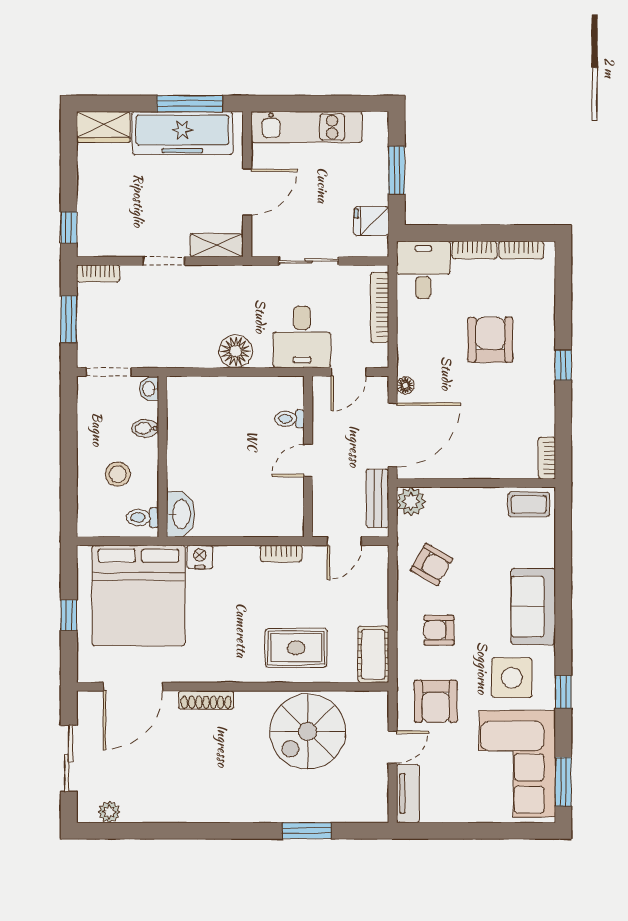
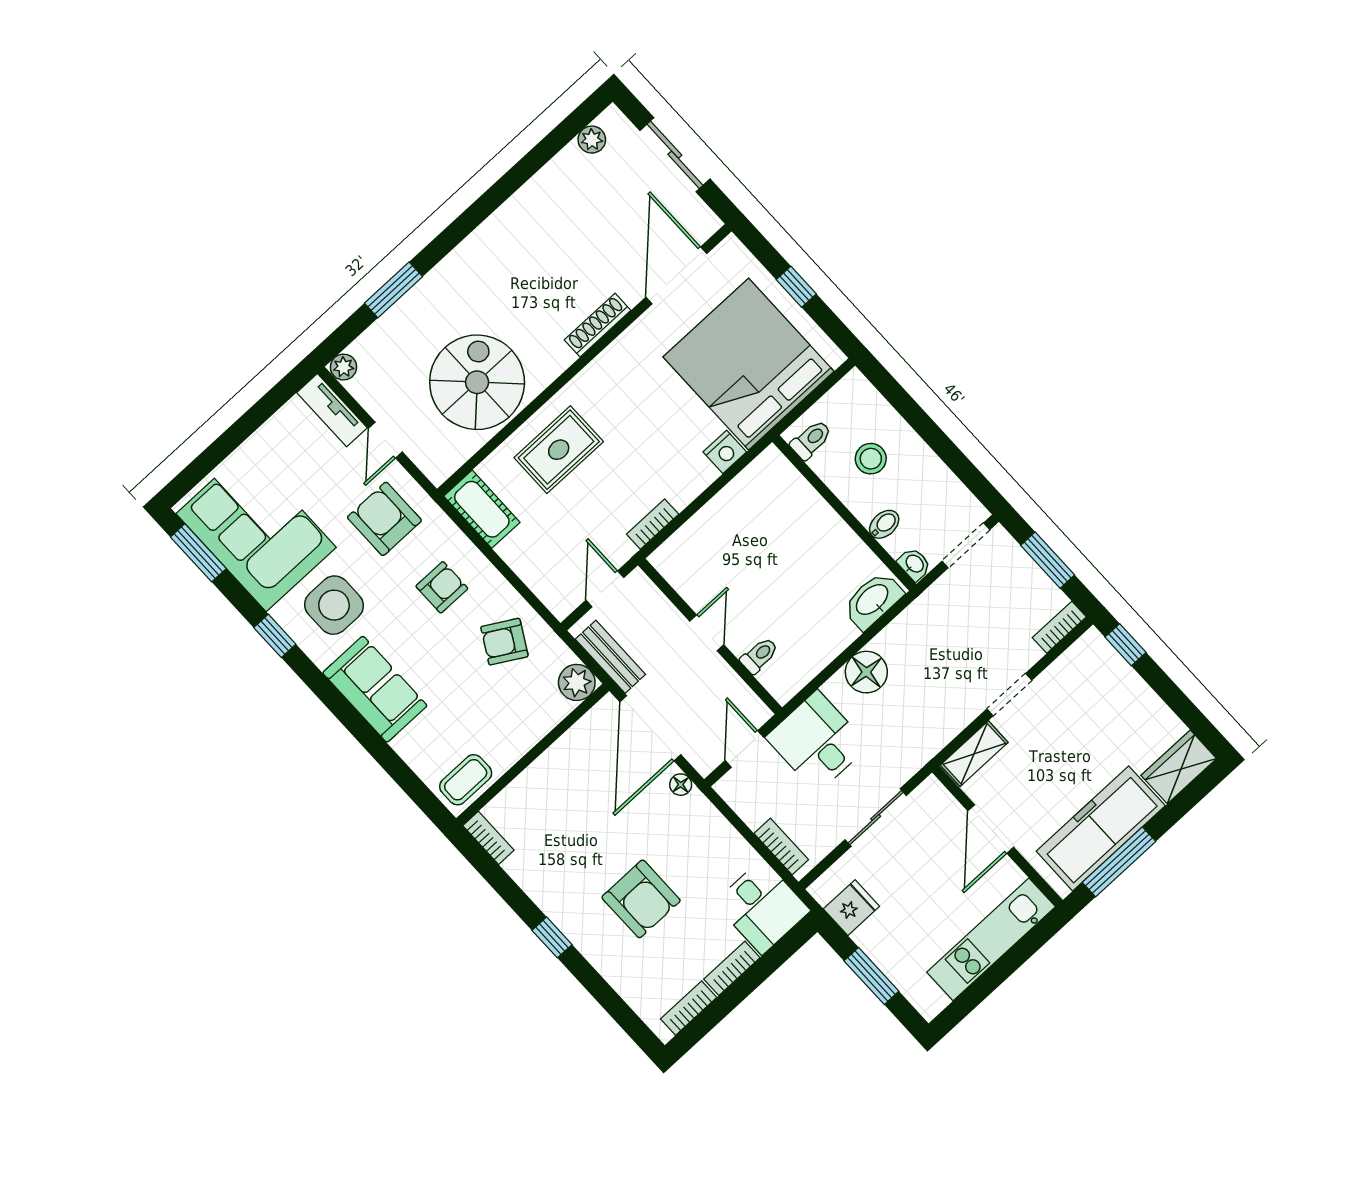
bookcase: (380, 308) -> (781, 847), width x0.64
washbasin: (181, 514) -> (873, 600), moved, turned 90
plant: (378, 812) -> (343, 367), added

